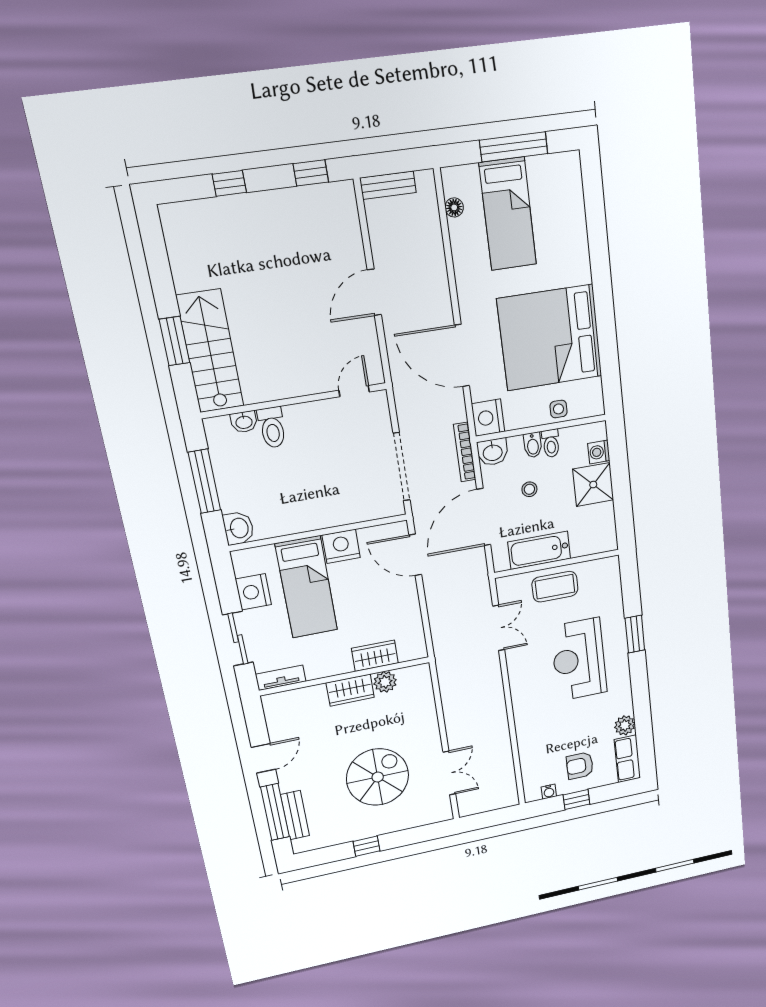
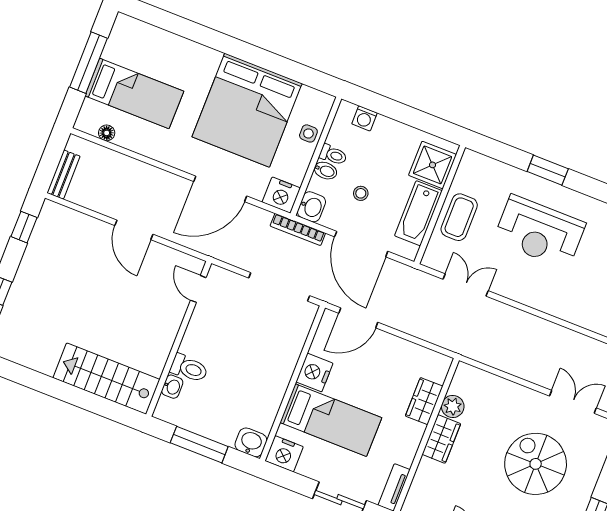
window: (175, 341) -> (84, 400), removed
shower: (593, 485) -> (433, 165), moved
nightstand: (253, 592) -> (284, 454), moved

